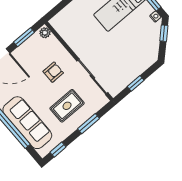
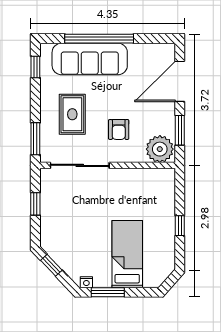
plant: (45, 33) -> (160, 149), width x1.87, depth x1.87
window: (164, 33) -> (51, 265), moved
window: (88, 124) -> (35, 139), moved

